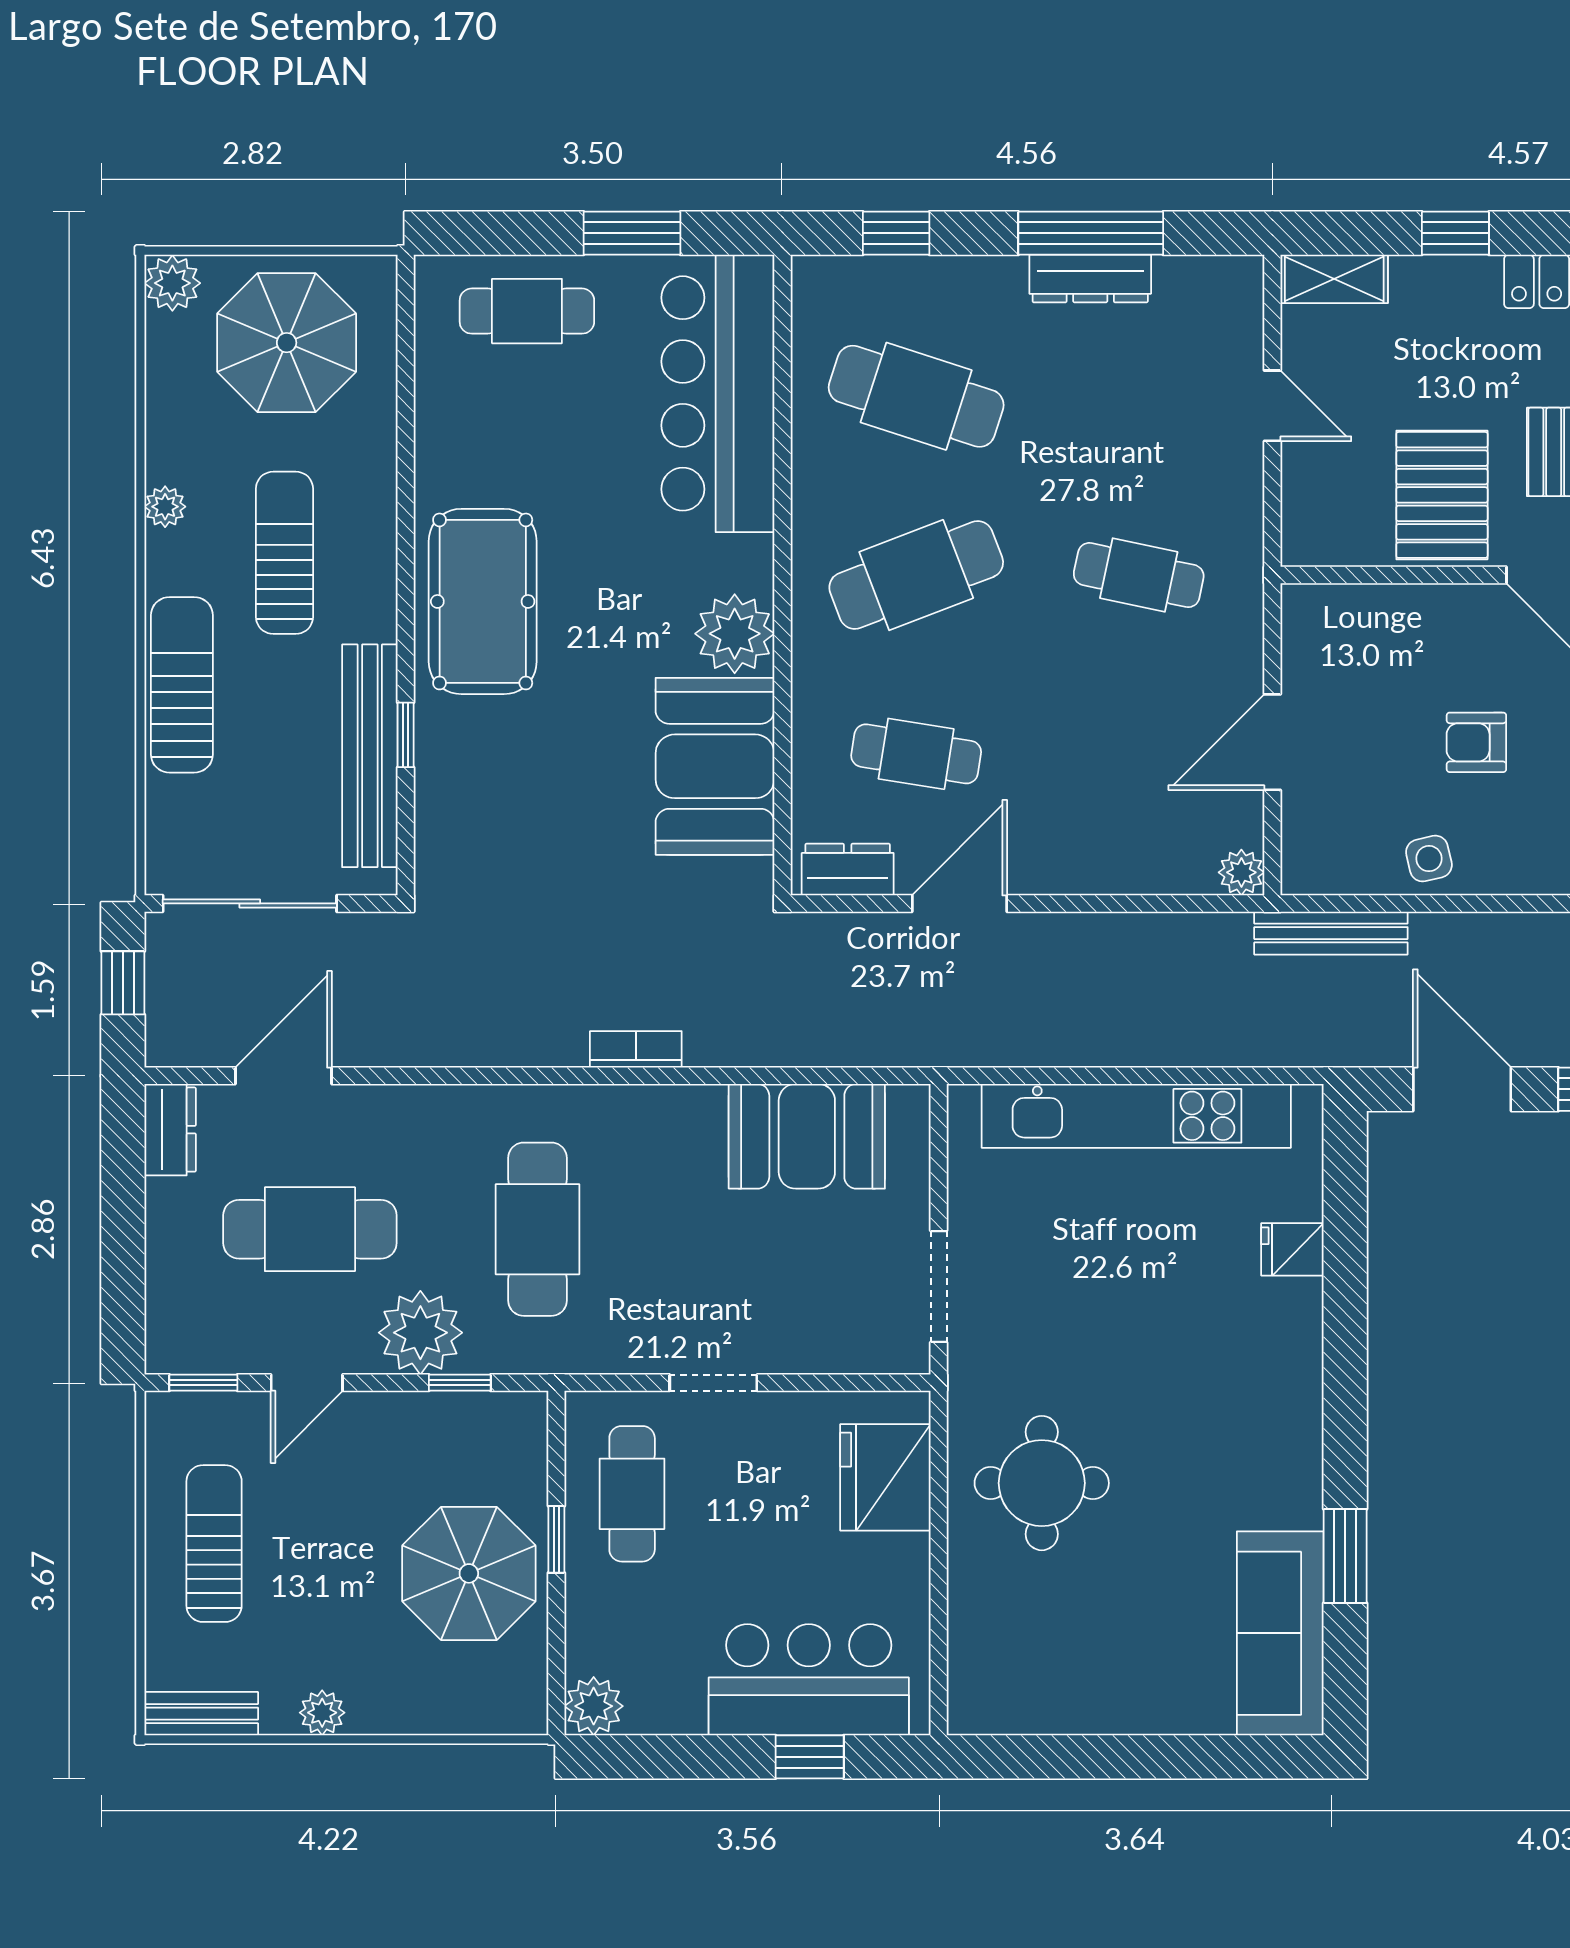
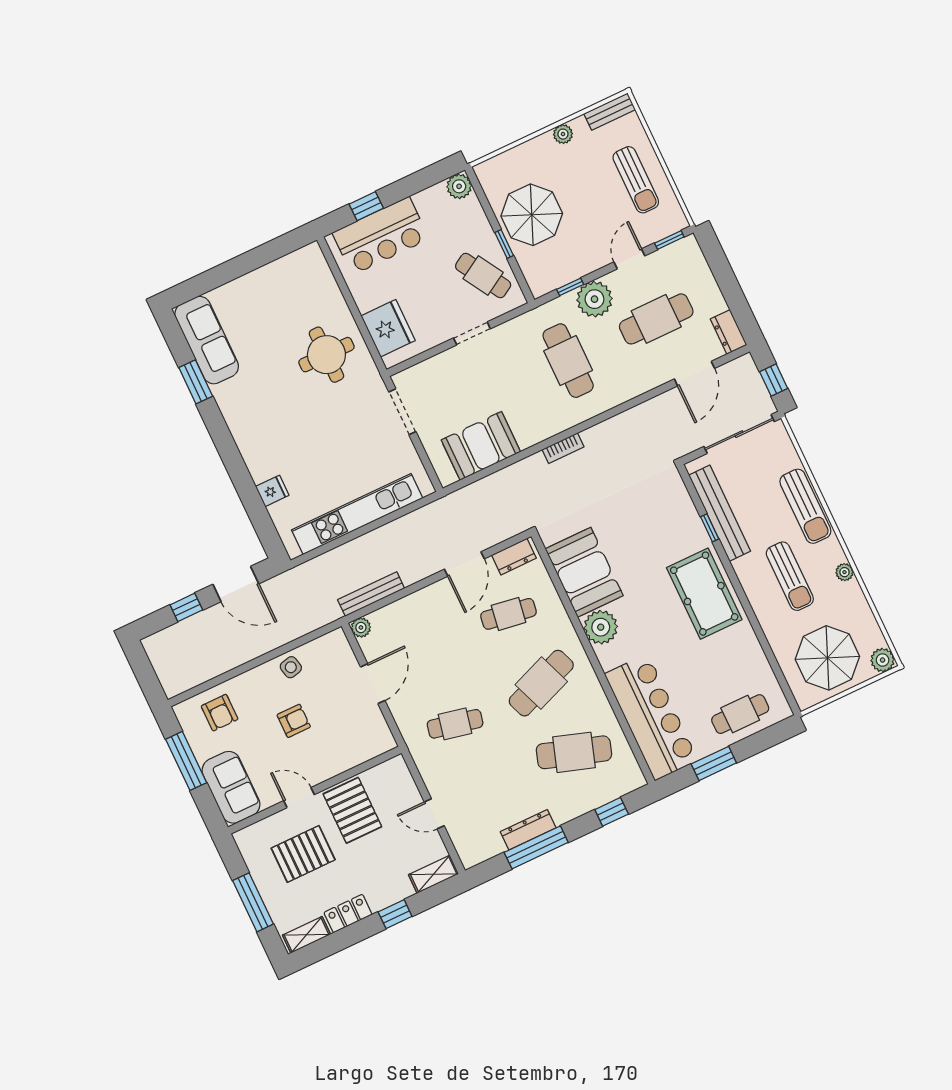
bench: (1331, 933) -> (371, 594), moved
cafe table: (632, 1494) -> (483, 275), turned -31

